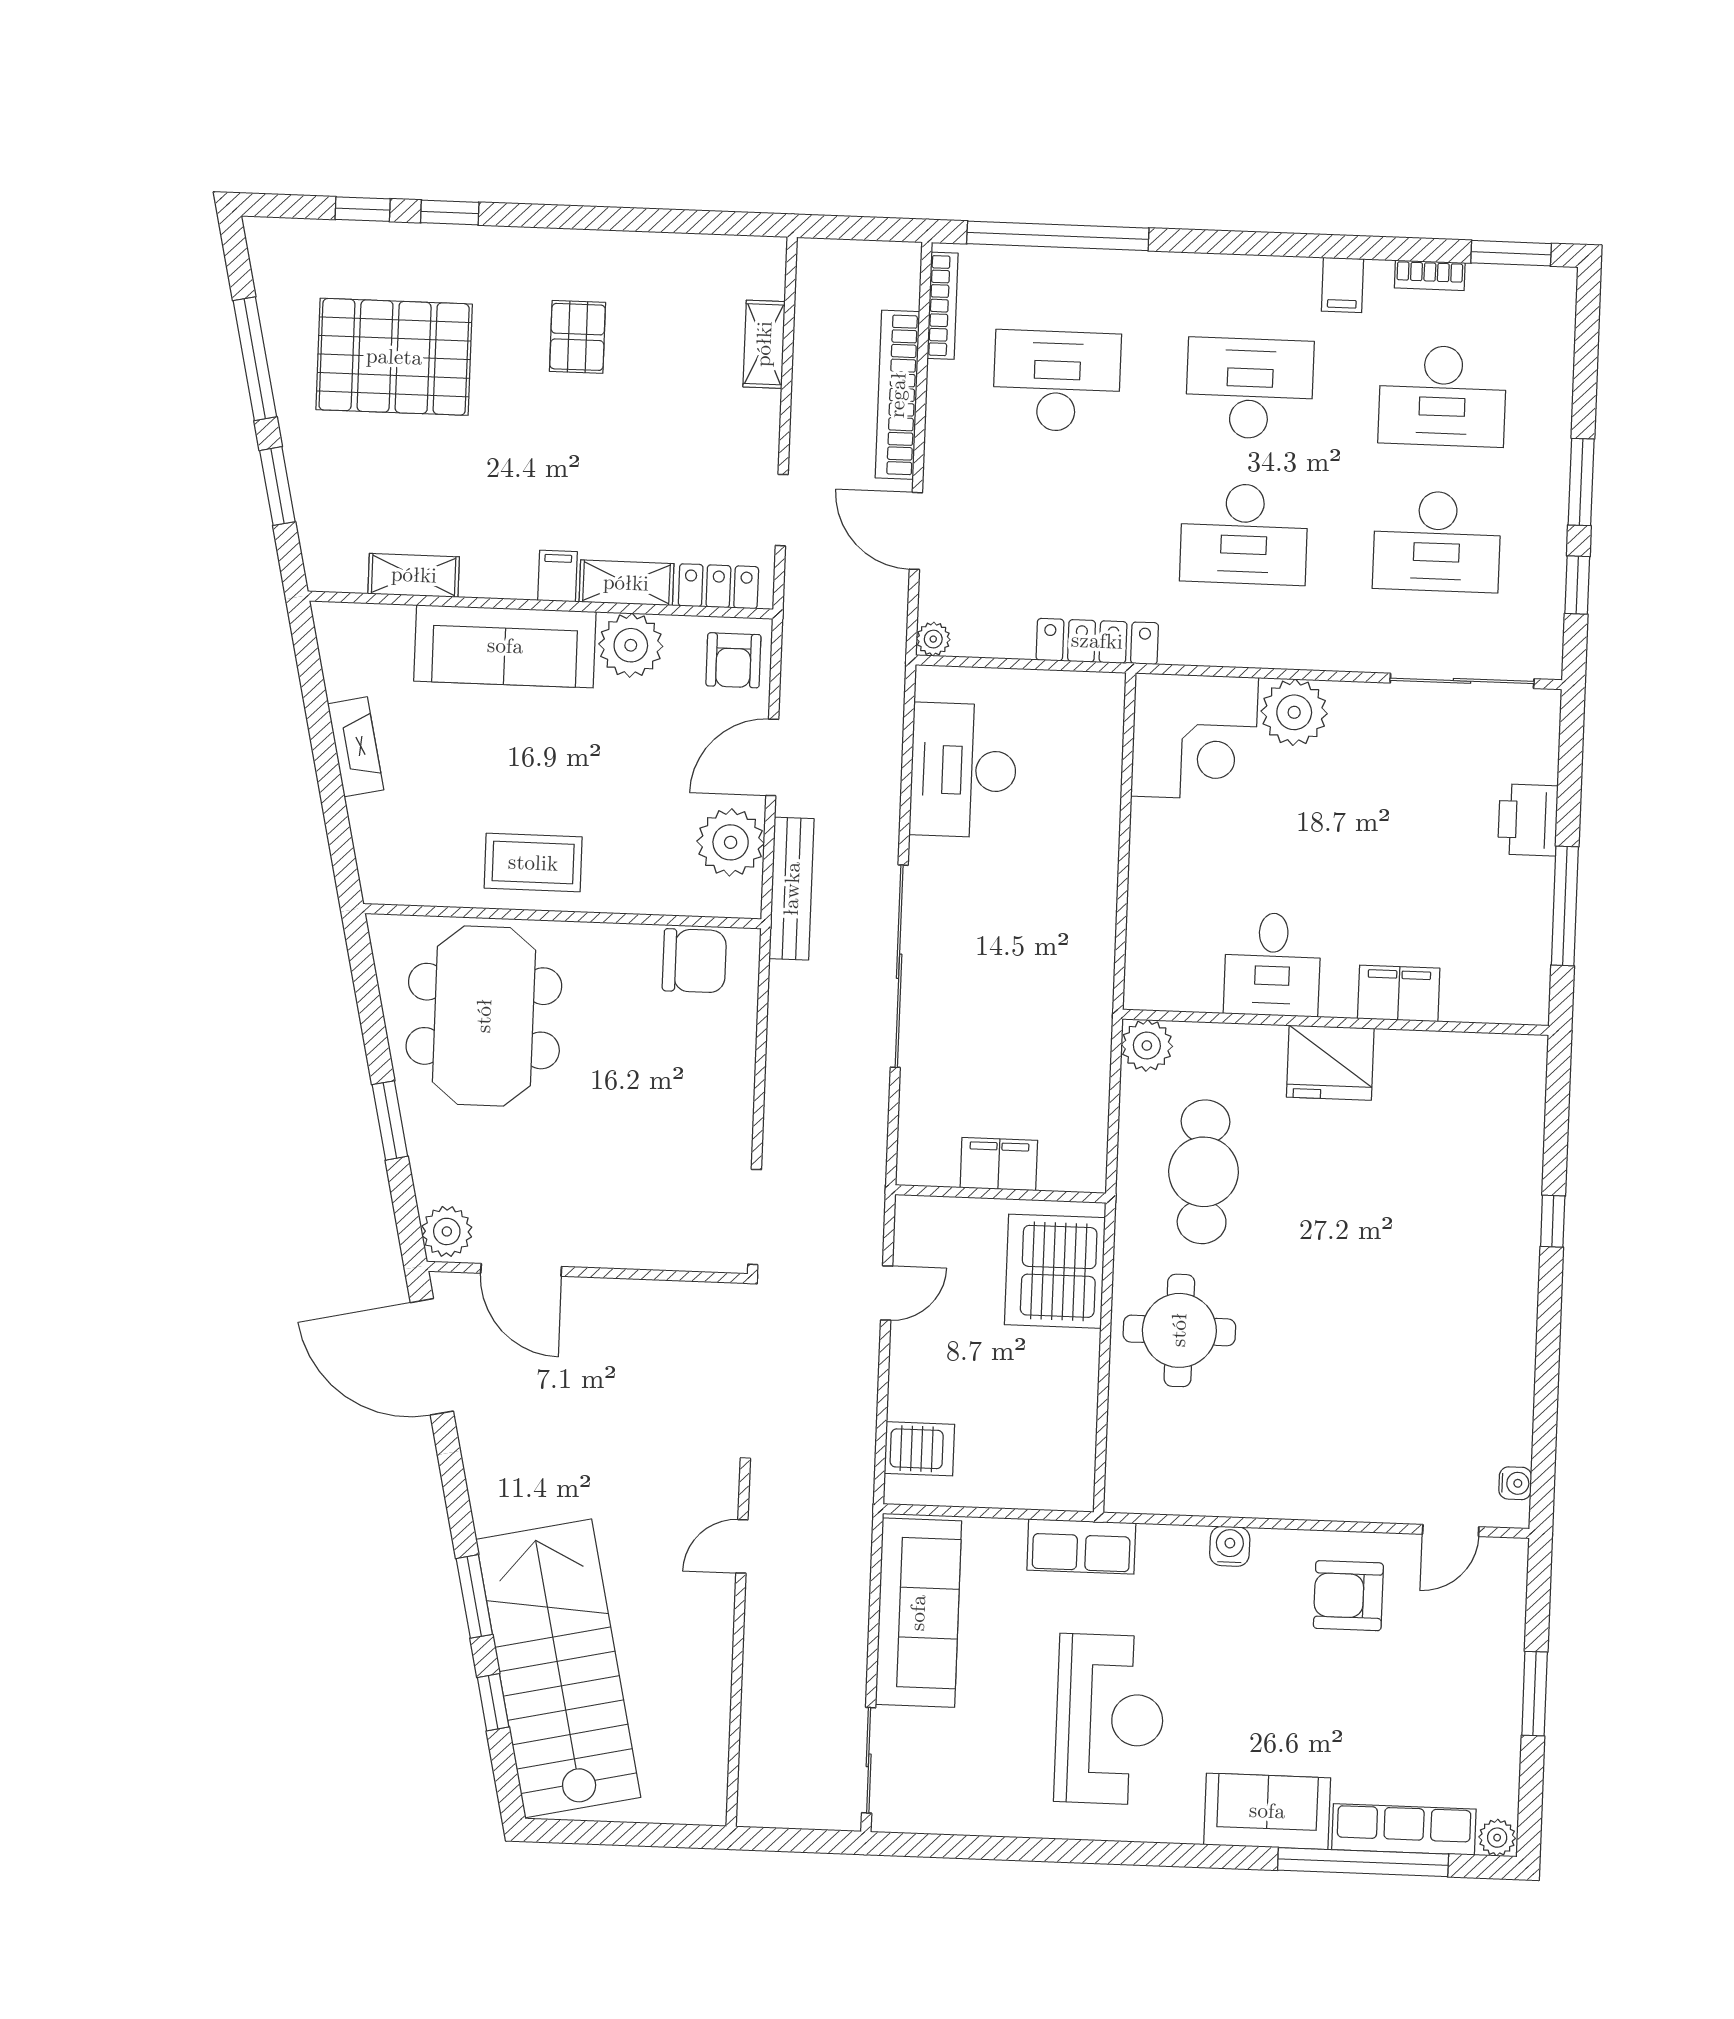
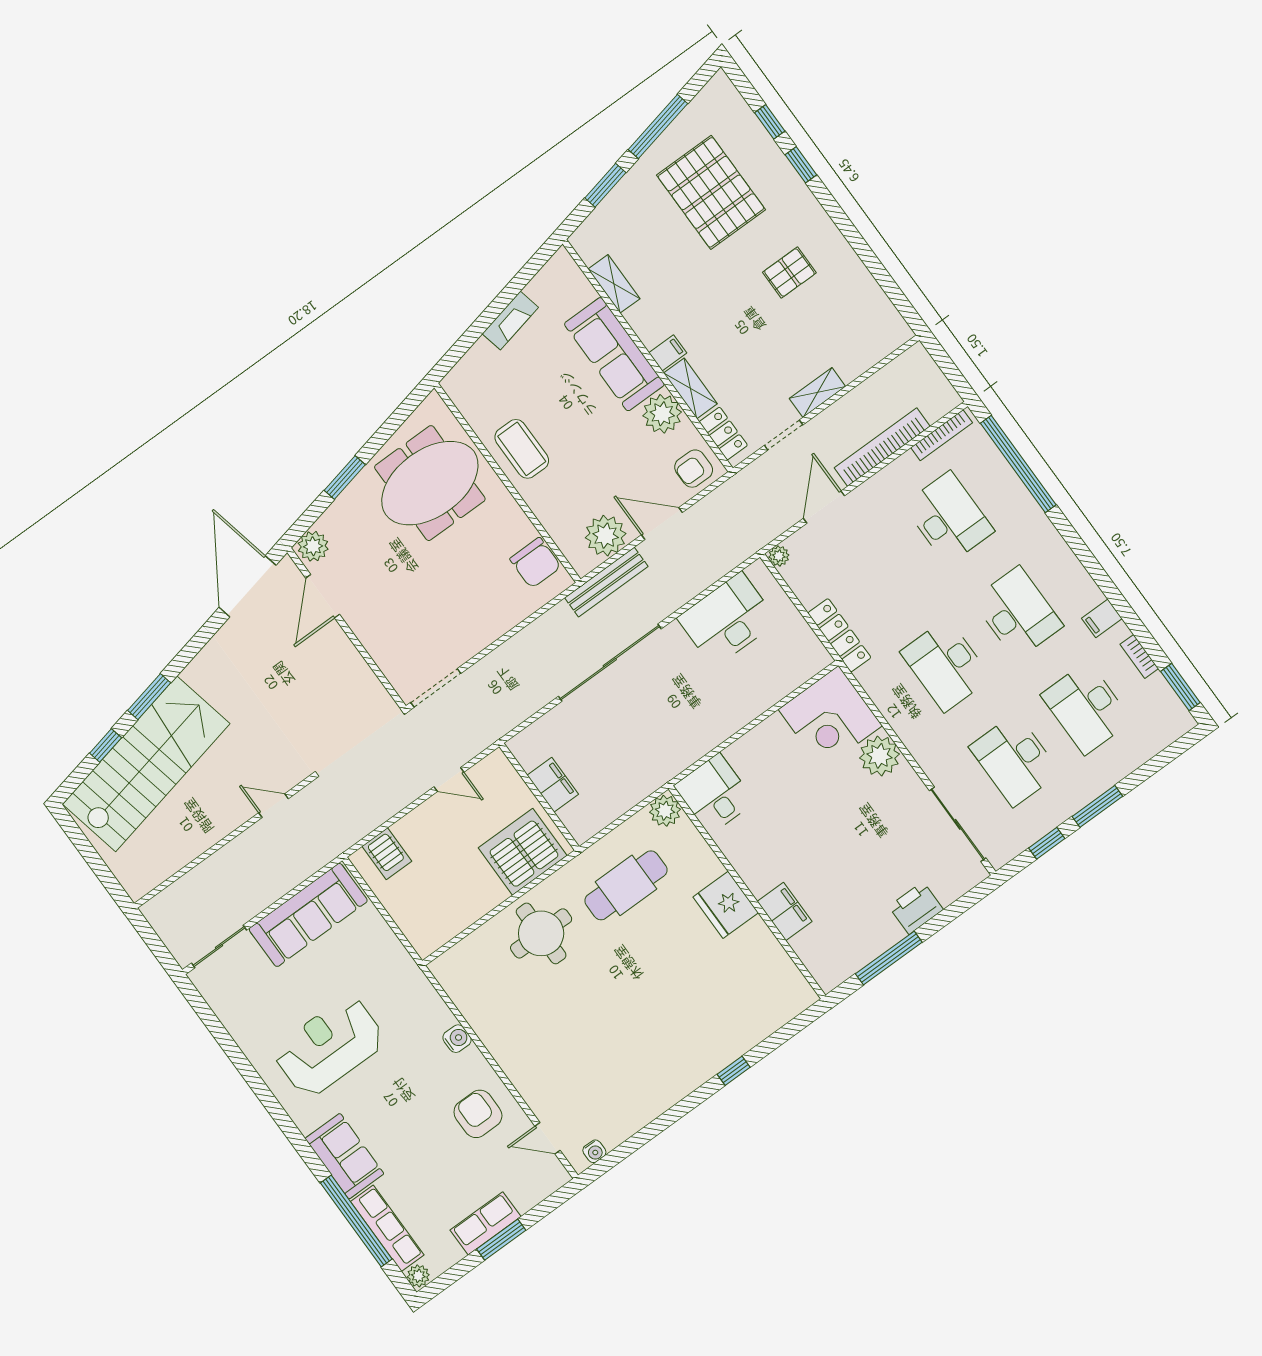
shelving: (764, 344) -> (817, 392), moved
desk: (1272, 964) -> (714, 794), moved, turned 90
row of seats: (1081, 1546) -> (485, 1223), moved, turned 90
reception desk: (1110, 1719) -> (329, 1046), turned 180

